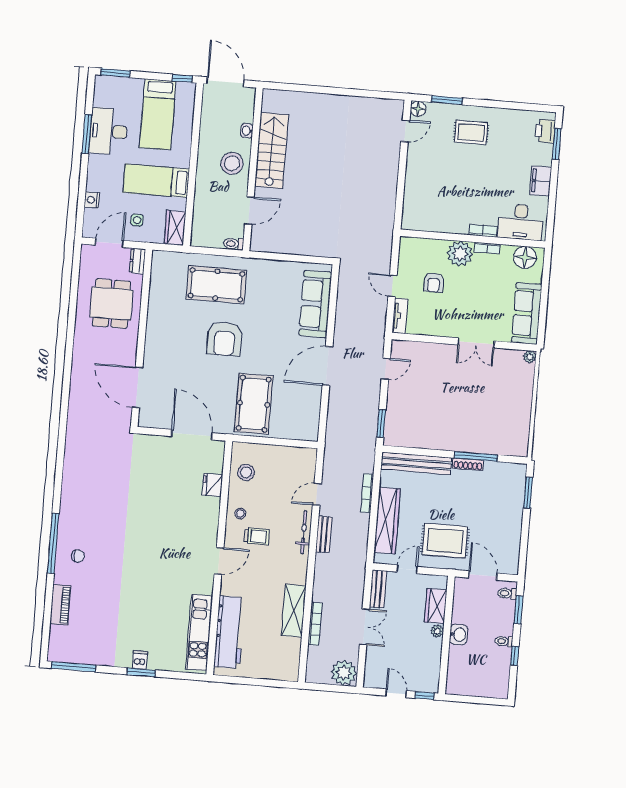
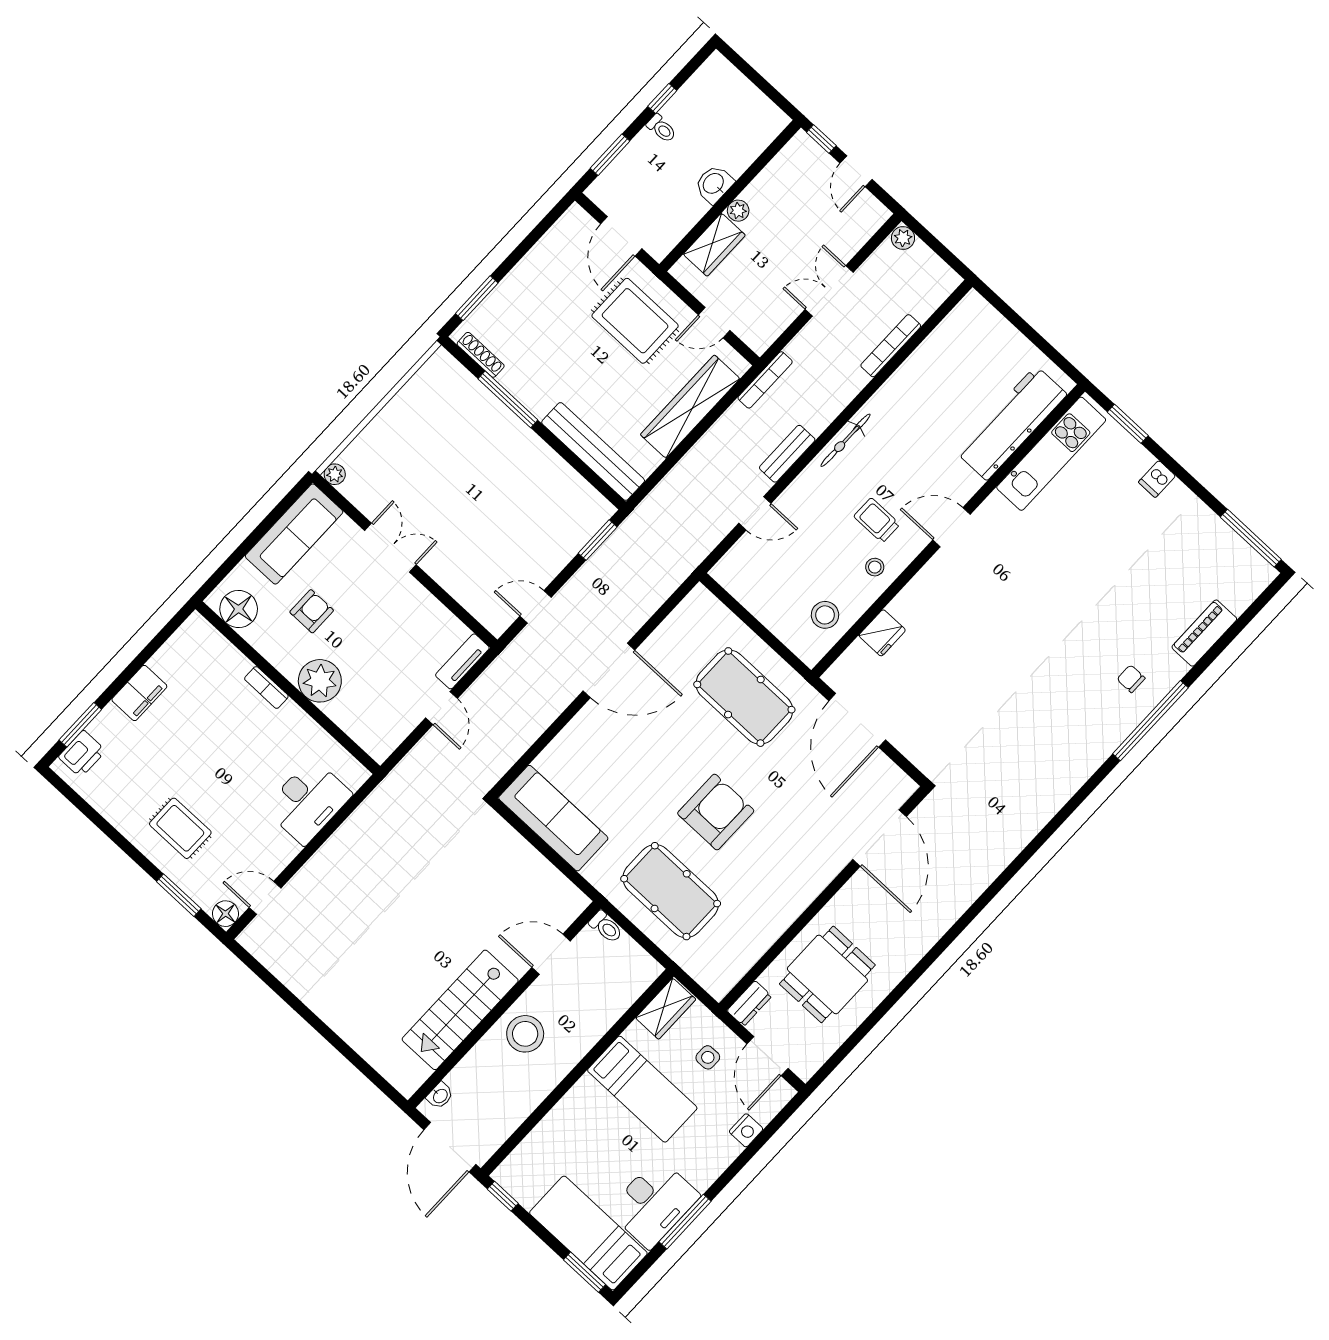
bed: (158, 114) -> (588, 1233), moved, turned -90
washbasin: (247, 131) -> (440, 1096), moved
desk: (521, 222) -> (308, 801), moved, turned 90
door: (109, 243) -> (767, 1056), hinge flipped
bookcase: (487, 248) -> (278, 660), removed
armchair: (434, 283) -> (312, 611), moved
sofa: (315, 304) -> (553, 818), moved, turned -90
pool table: (254, 404) -> (744, 697), turned 90
shoe rack: (468, 464) -> (481, 355), moved
bookcase: (367, 493) -> (765, 380), moved
bicycle: (304, 532) -> (845, 440), moved
bench: (378, 589) -> (772, 327), removed
toilet: (507, 593) -> (608, 188), removed
shelving: (294, 611) -> (905, 385), removed
window: (141, 672) -> (1128, 424), moved
plant: (344, 673) -> (903, 238), width x0.53, depth x0.53

